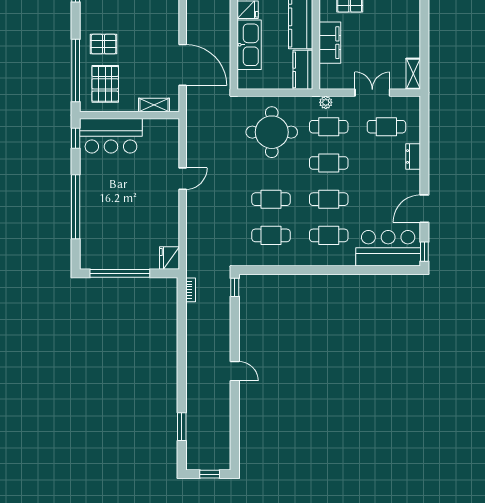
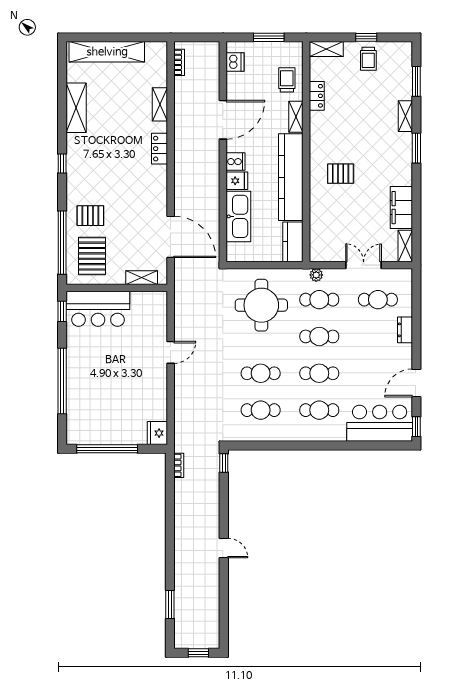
filing cabinet: (330, 43) -> (401, 208), moved, turned 180

